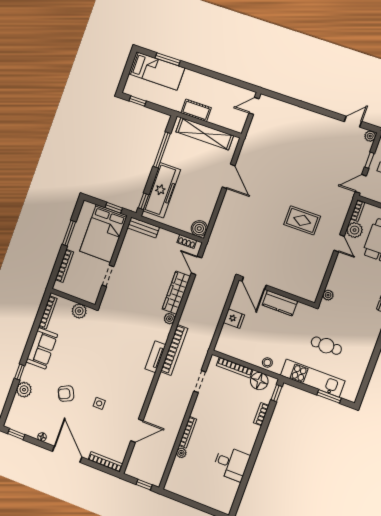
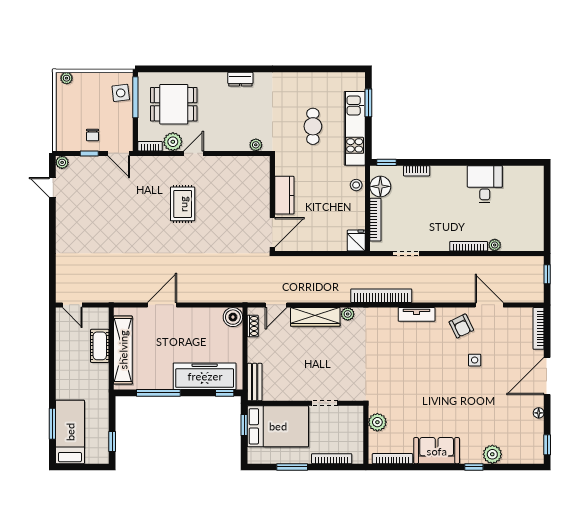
cot: (196, 110) -> (100, 346), moved
fridge: (234, 319) -> (356, 240), moved
tv unit: (155, 357) -> (417, 314), moved
armchair: (66, 394) -> (461, 326), moved

